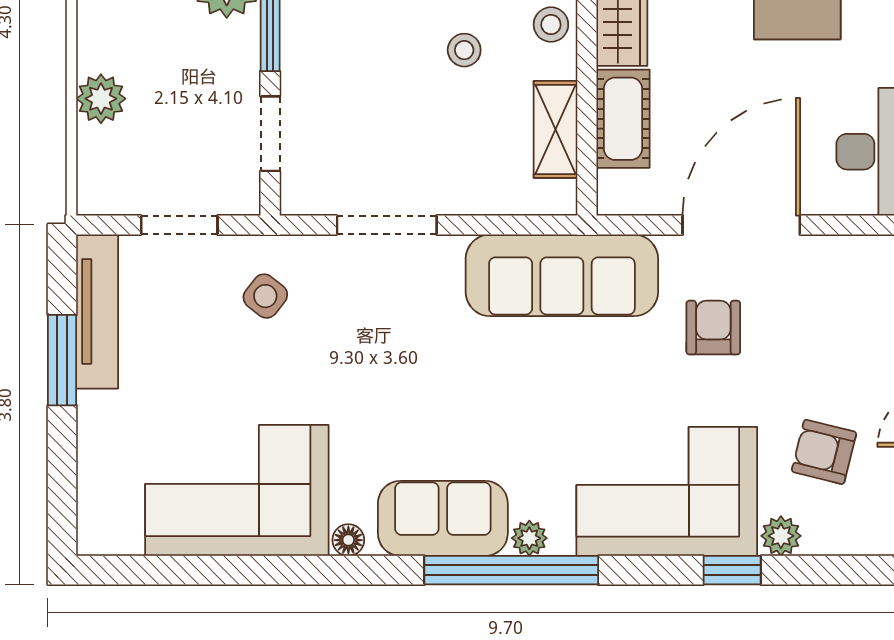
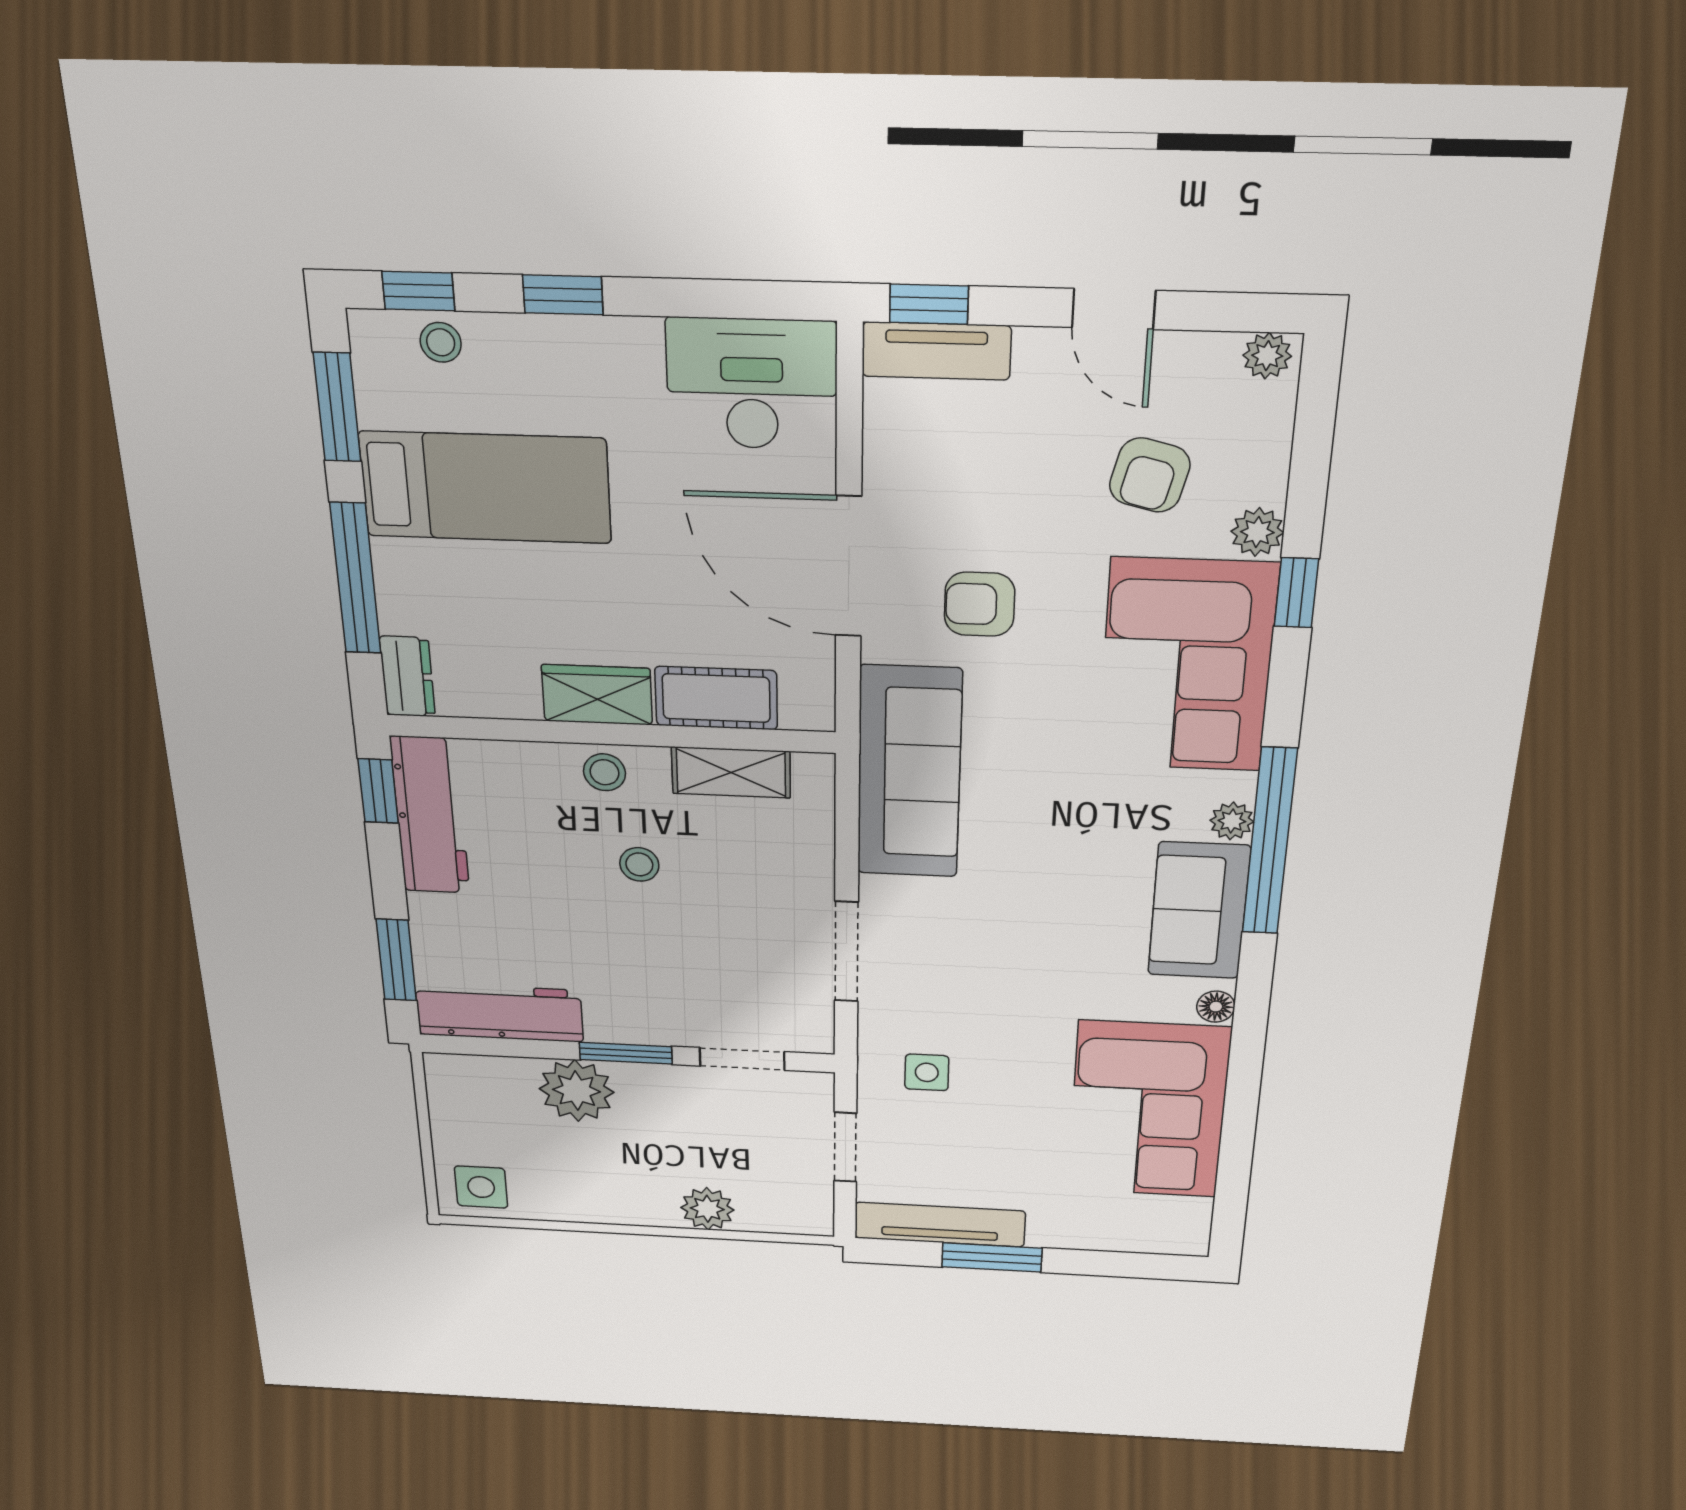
side table: (265, 296) -> (927, 1072), turned -38

